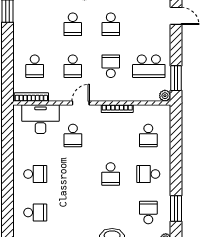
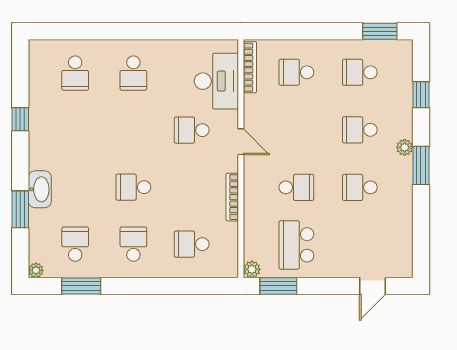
school desk: (73, 66) -> (360, 72), moved
school desk: (148, 212) -> (75, 244), turned -90

